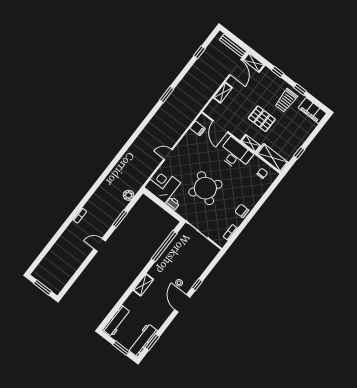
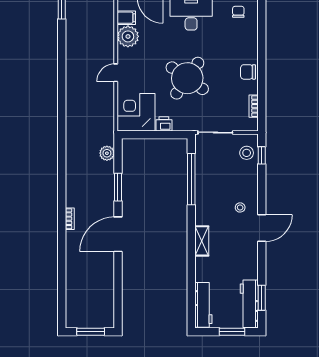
plant: (190, 140) -> (128, 36), added
door: (100, 245) -> (118, 234), width x1.87
stool: (206, 255) -> (247, 153), added
window: (197, 285) -> (262, 155), moved
door: (182, 303) -> (262, 228), swing flipped

